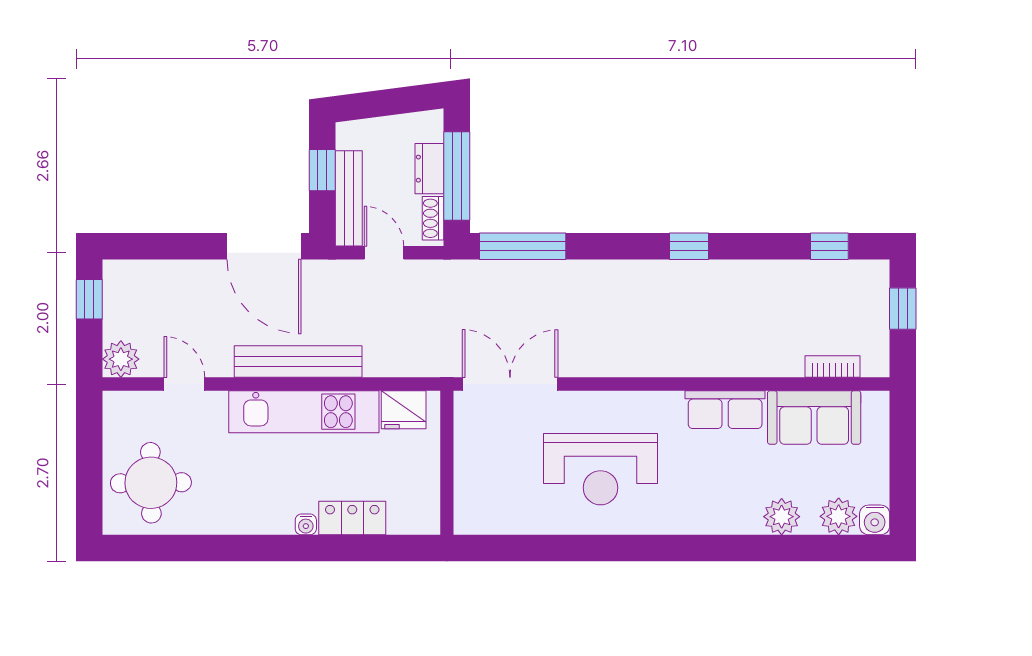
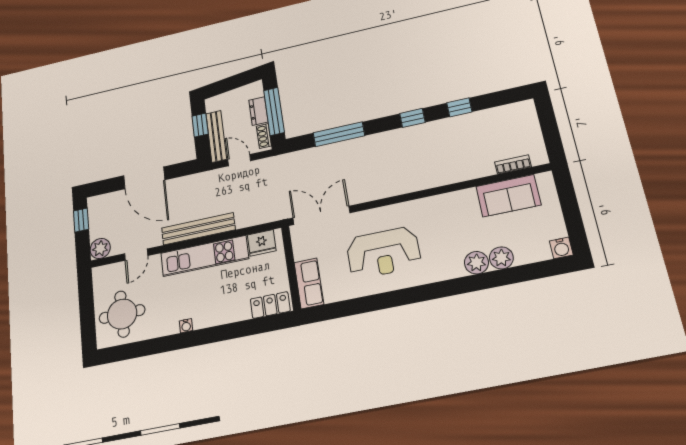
door: (264, 246) -> (144, 178), moved
window: (523, 246) -> (339, 134), moved
window: (829, 246) -> (459, 107), moved
window: (903, 309) -> (548, 123), removed
door: (184, 384) -> (136, 255), swing flipped
row of seats: (725, 410) -> (309, 283), moved, turned -90
plant: (839, 516) -> (476, 263), moved
locker: (352, 518) -> (270, 305), moved
water cooler: (306, 524) -> (186, 326), moved

